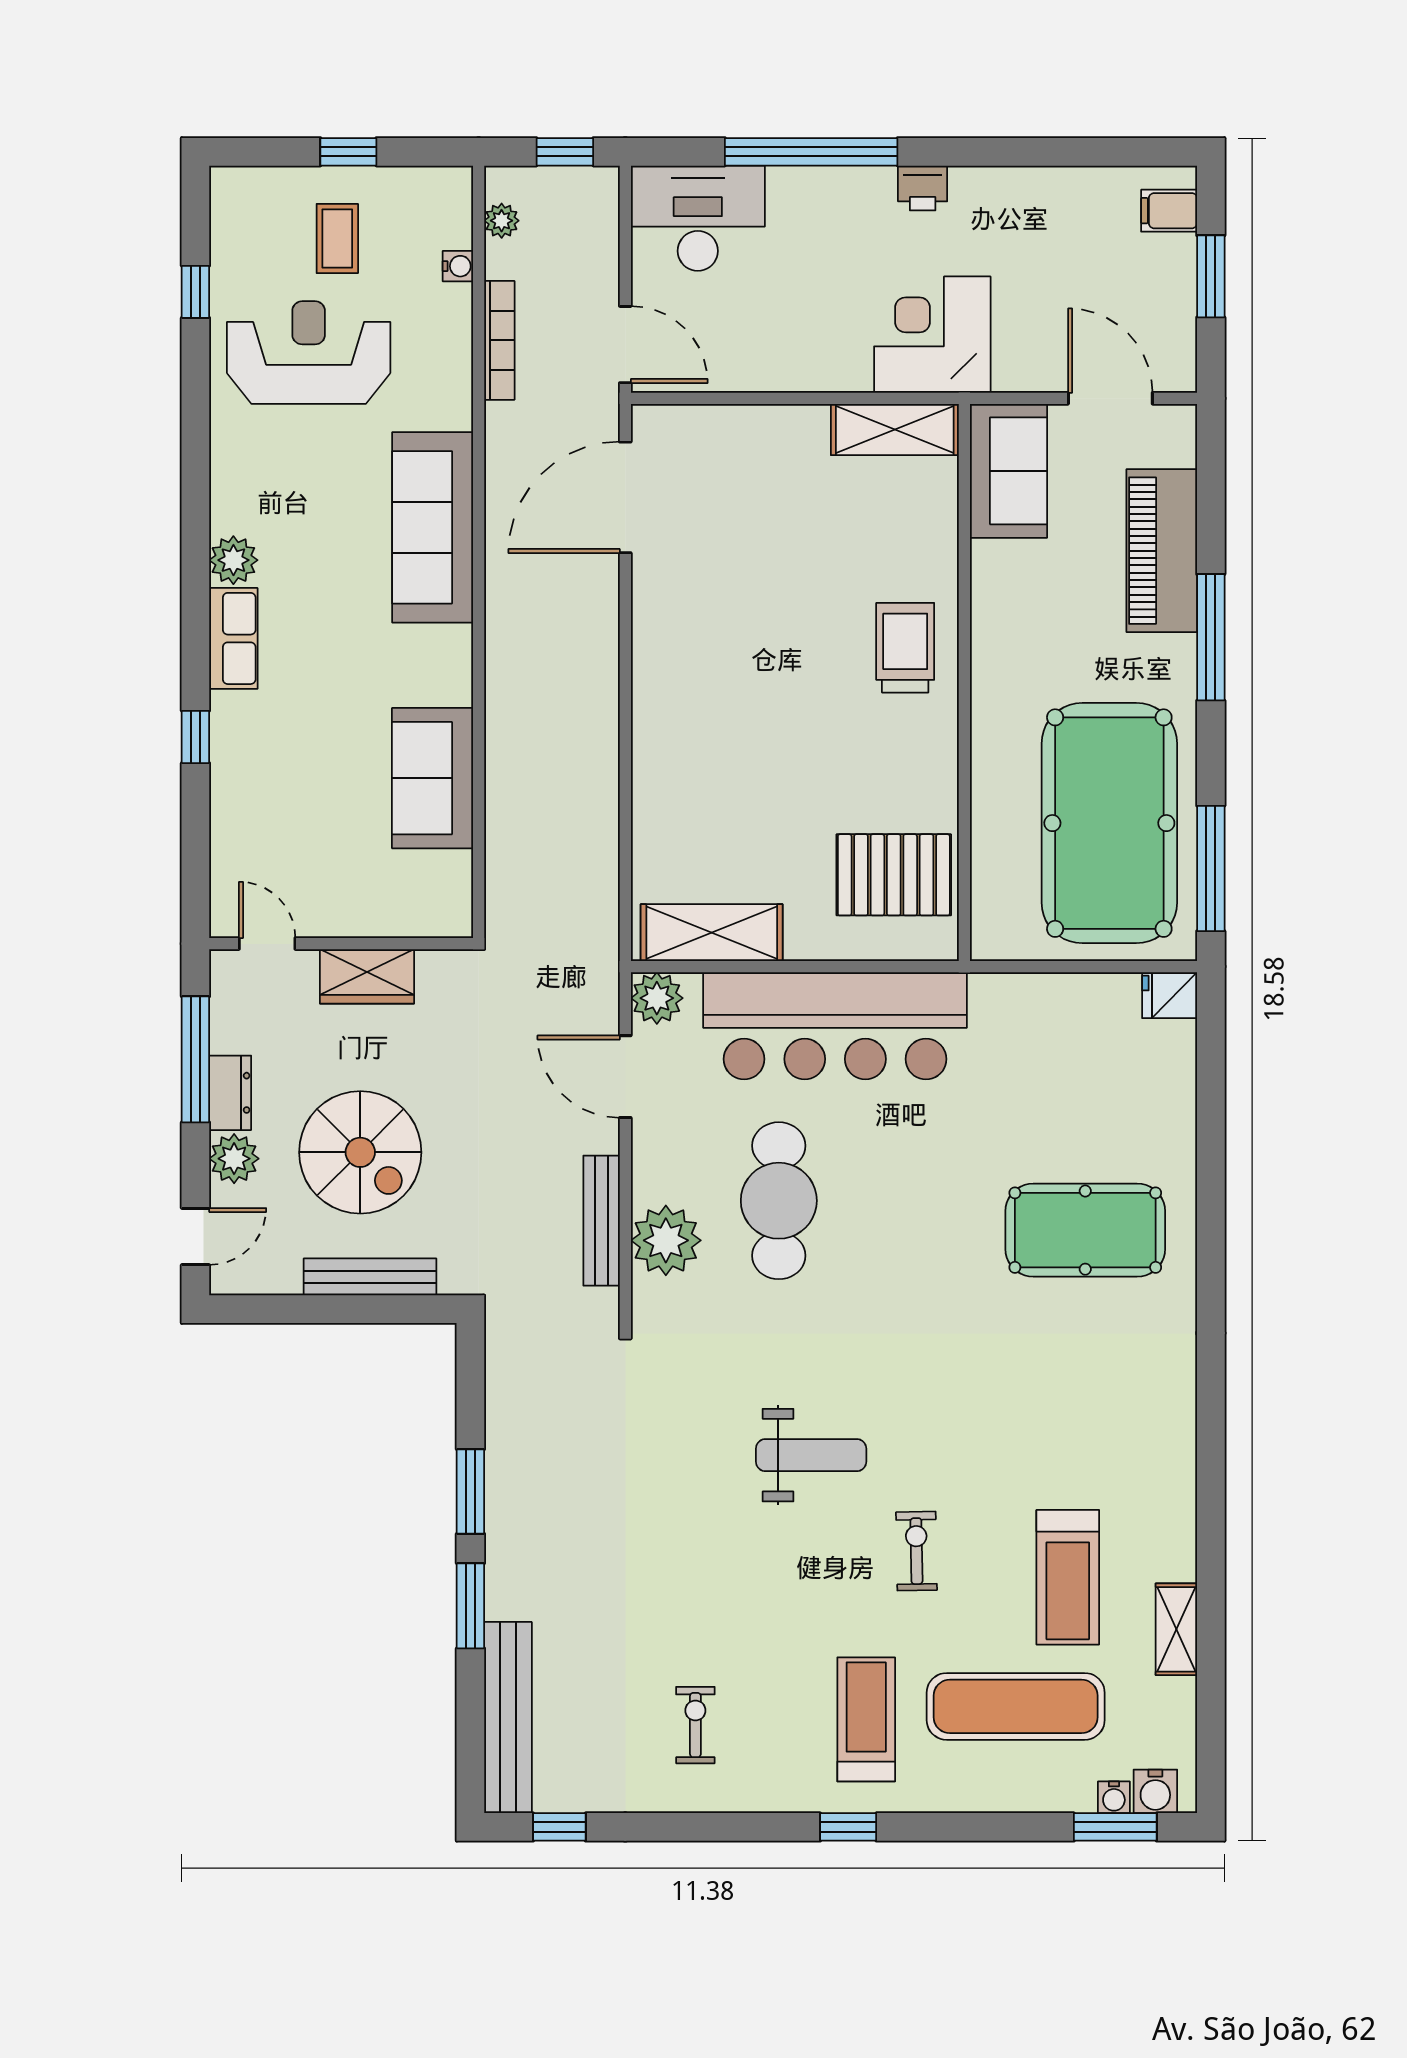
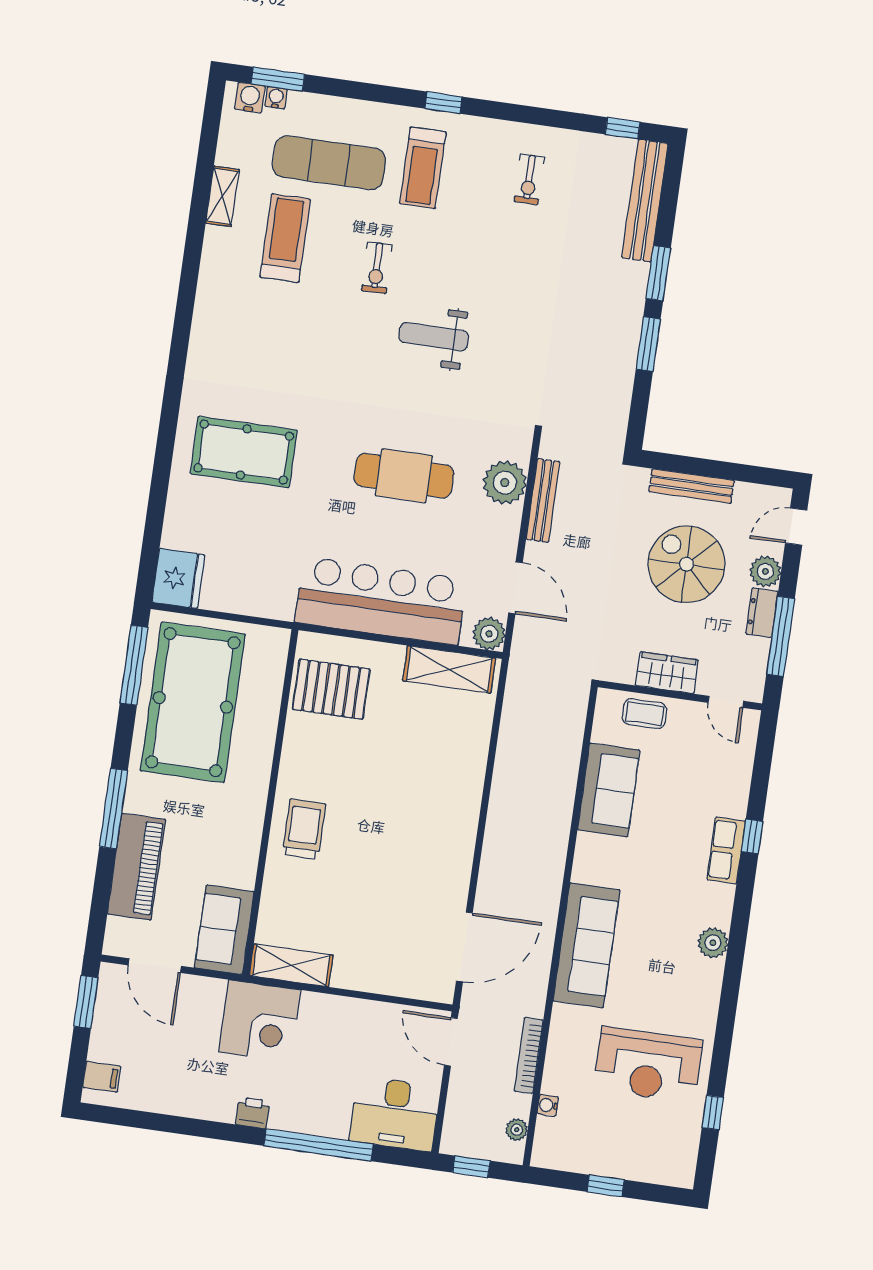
coffee table: (337, 238) -> (645, 714), moved, turned 90
window: (1211, 276) -> (86, 1002), moved
row of seats: (233, 638) -> (726, 850), moved
trolley: (905, 648) -> (304, 829), turned 180
fridge: (1170, 995) -> (178, 578), width x1.88, depth x1.34
cafe table: (779, 1201) -> (404, 476), moved, turned 90

